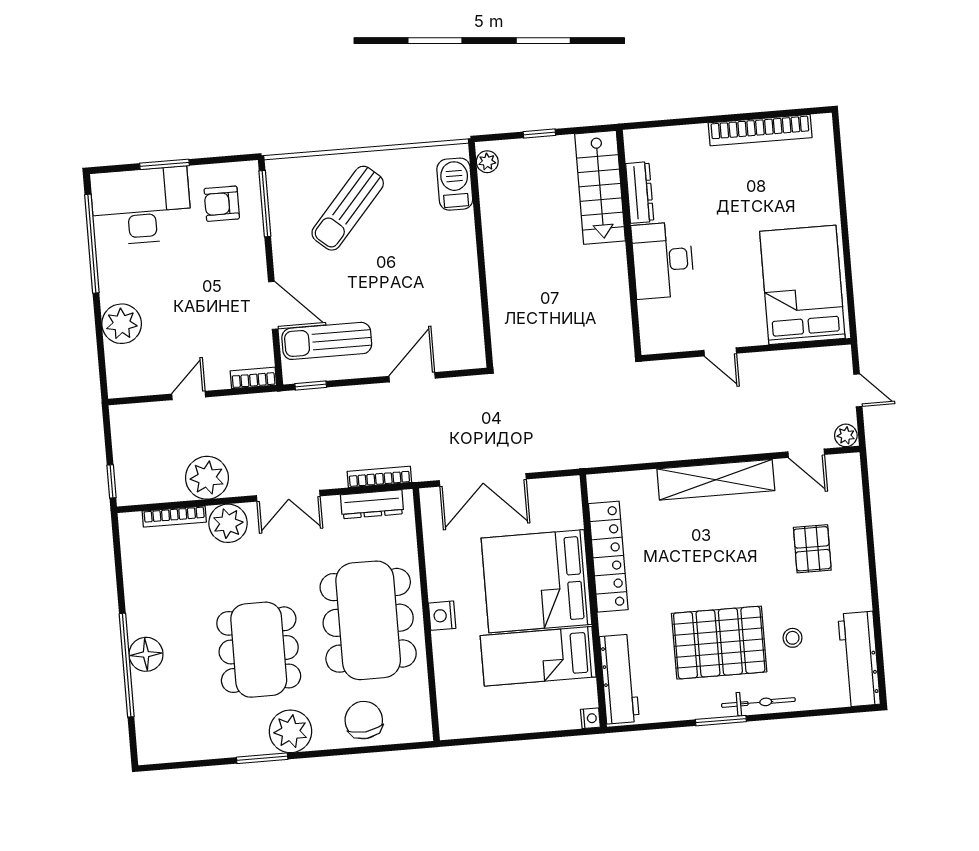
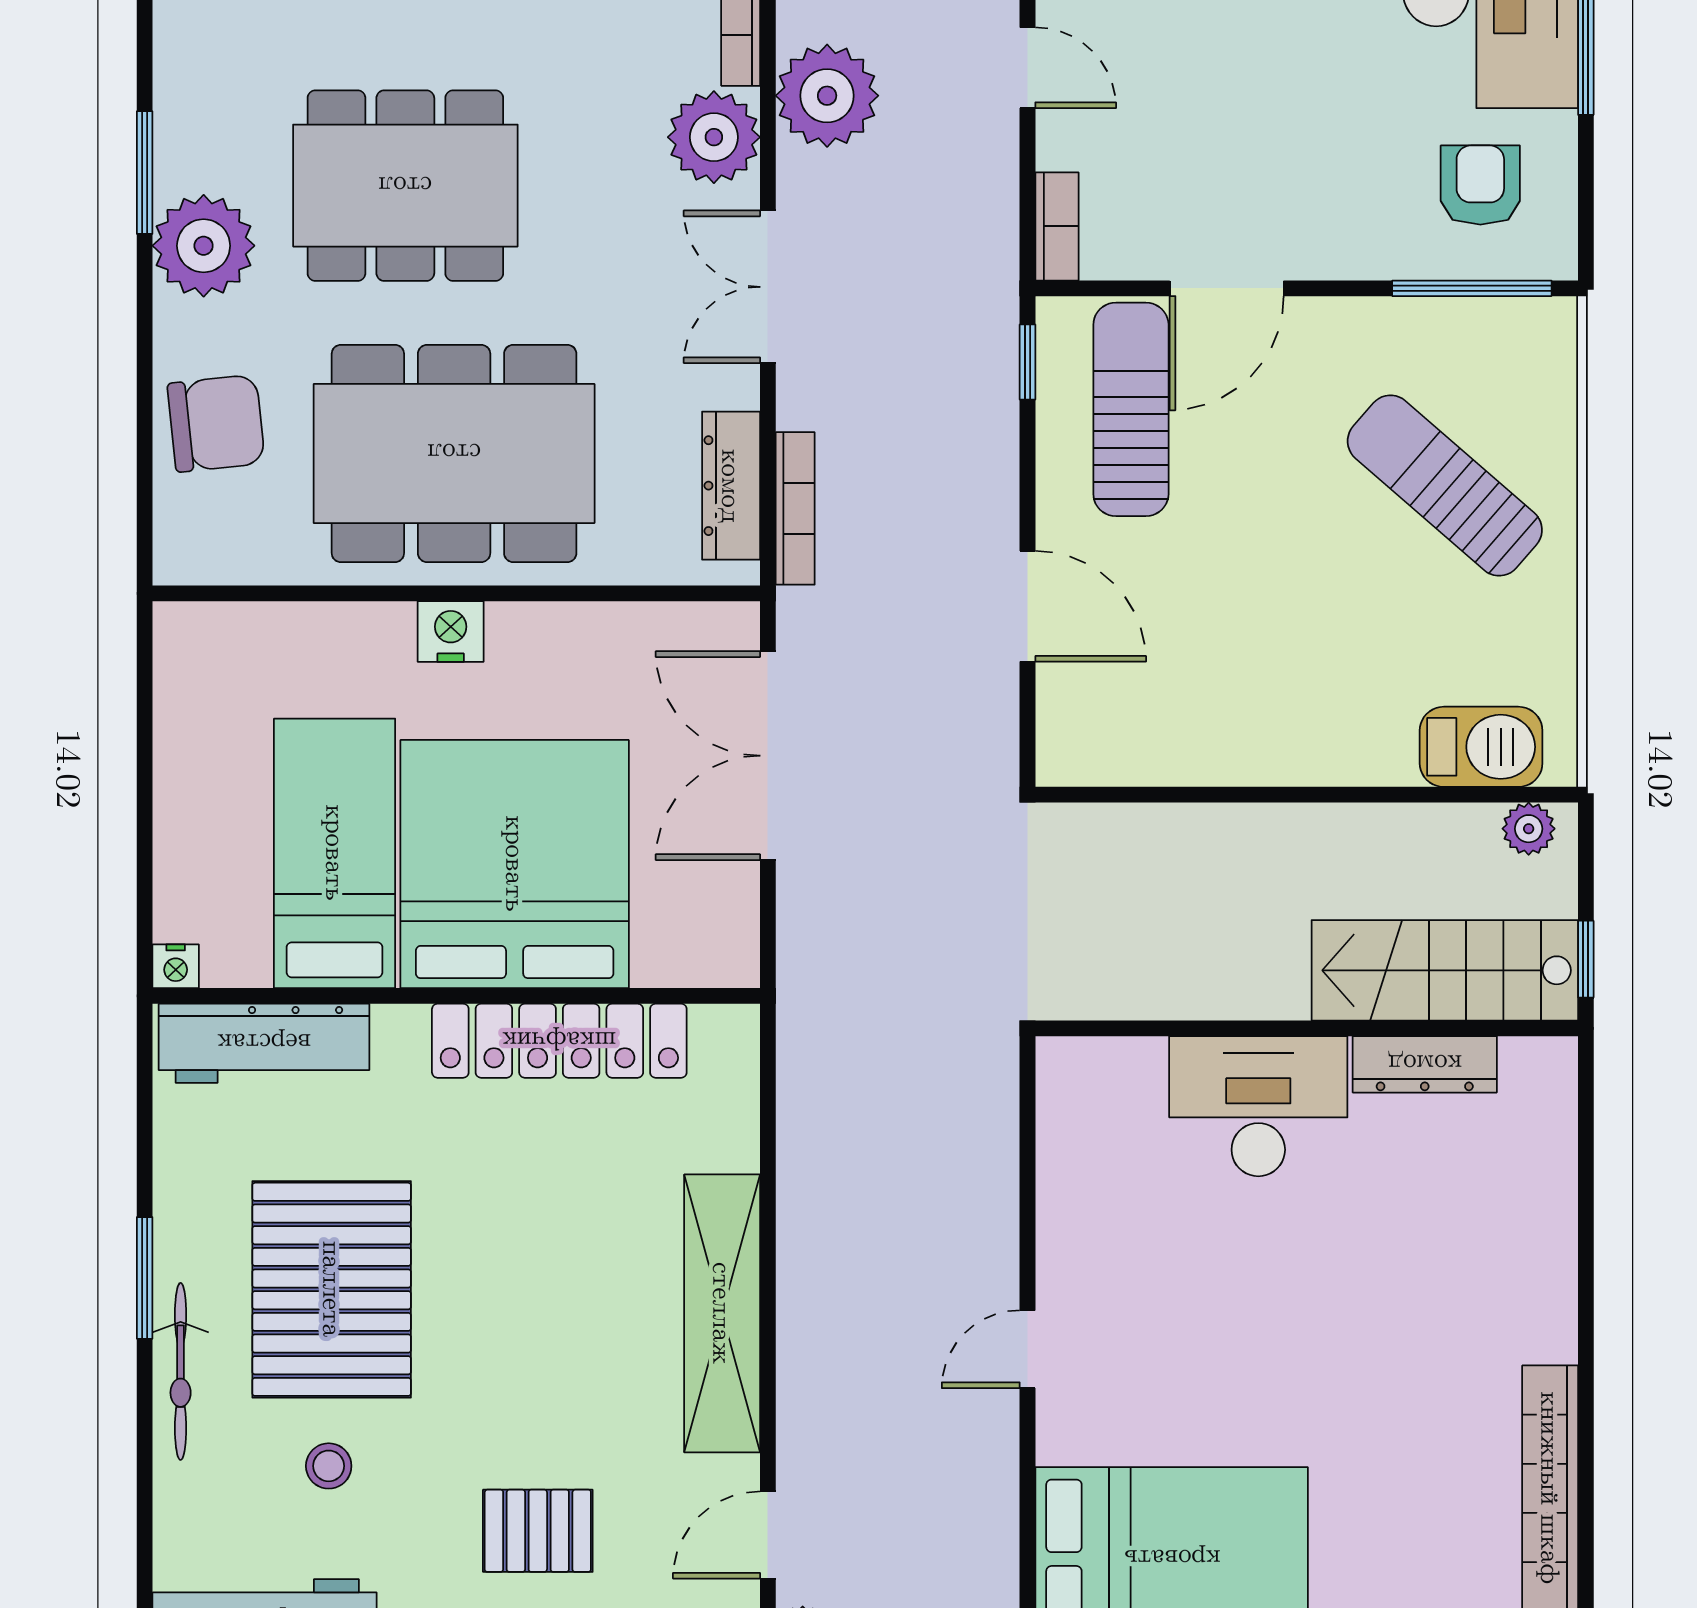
stairs: (600, 187) -> (1445, 970), moved
dresser: (640, 193) -> (1425, 1064), moved
wall: (629, 243) -> (1307, 1028), moved
desk: (663, 260) -> (1258, 1106), moved

